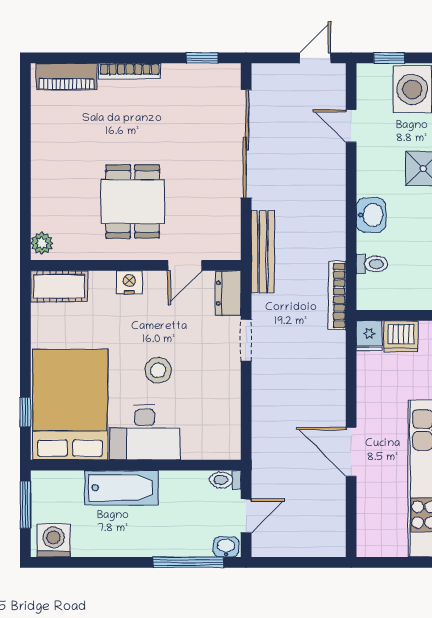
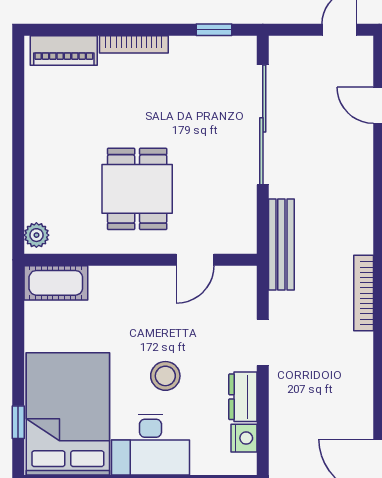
nightstand: (129, 282) -> (244, 438), moved, turned 90
dresser: (228, 293) -> (243, 397), moved

